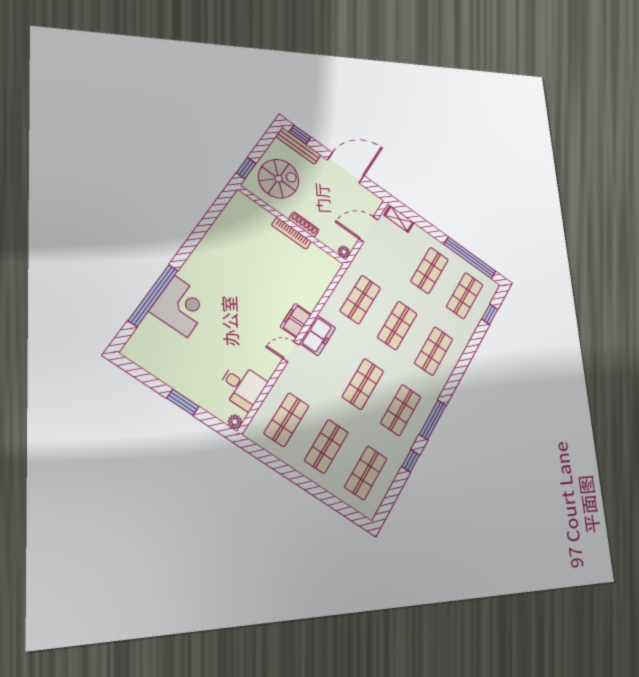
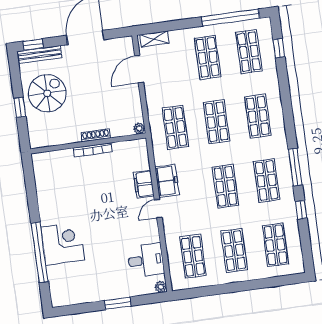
wall: (292, 225) -> (88, 143), moved
shoe rack: (304, 225) -> (96, 135), moved
bookcase: (291, 233) -> (93, 150), moved
plant: (344, 252) -> (139, 128), moved

